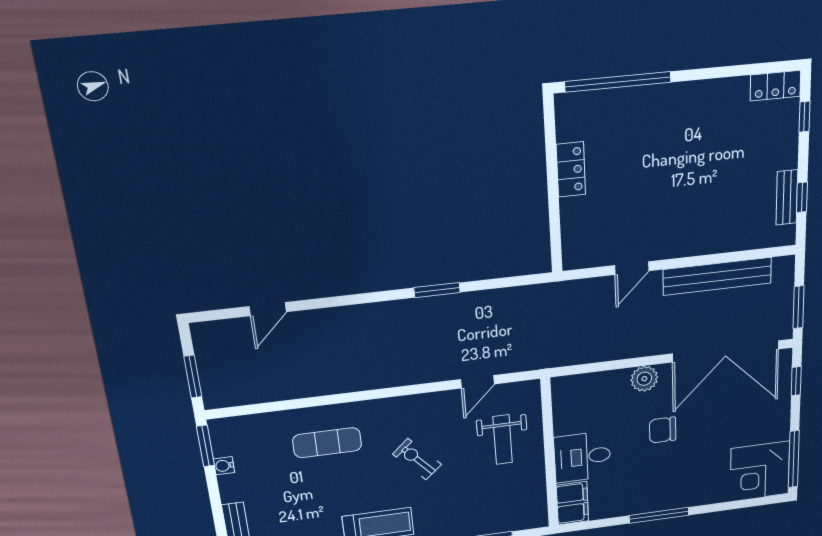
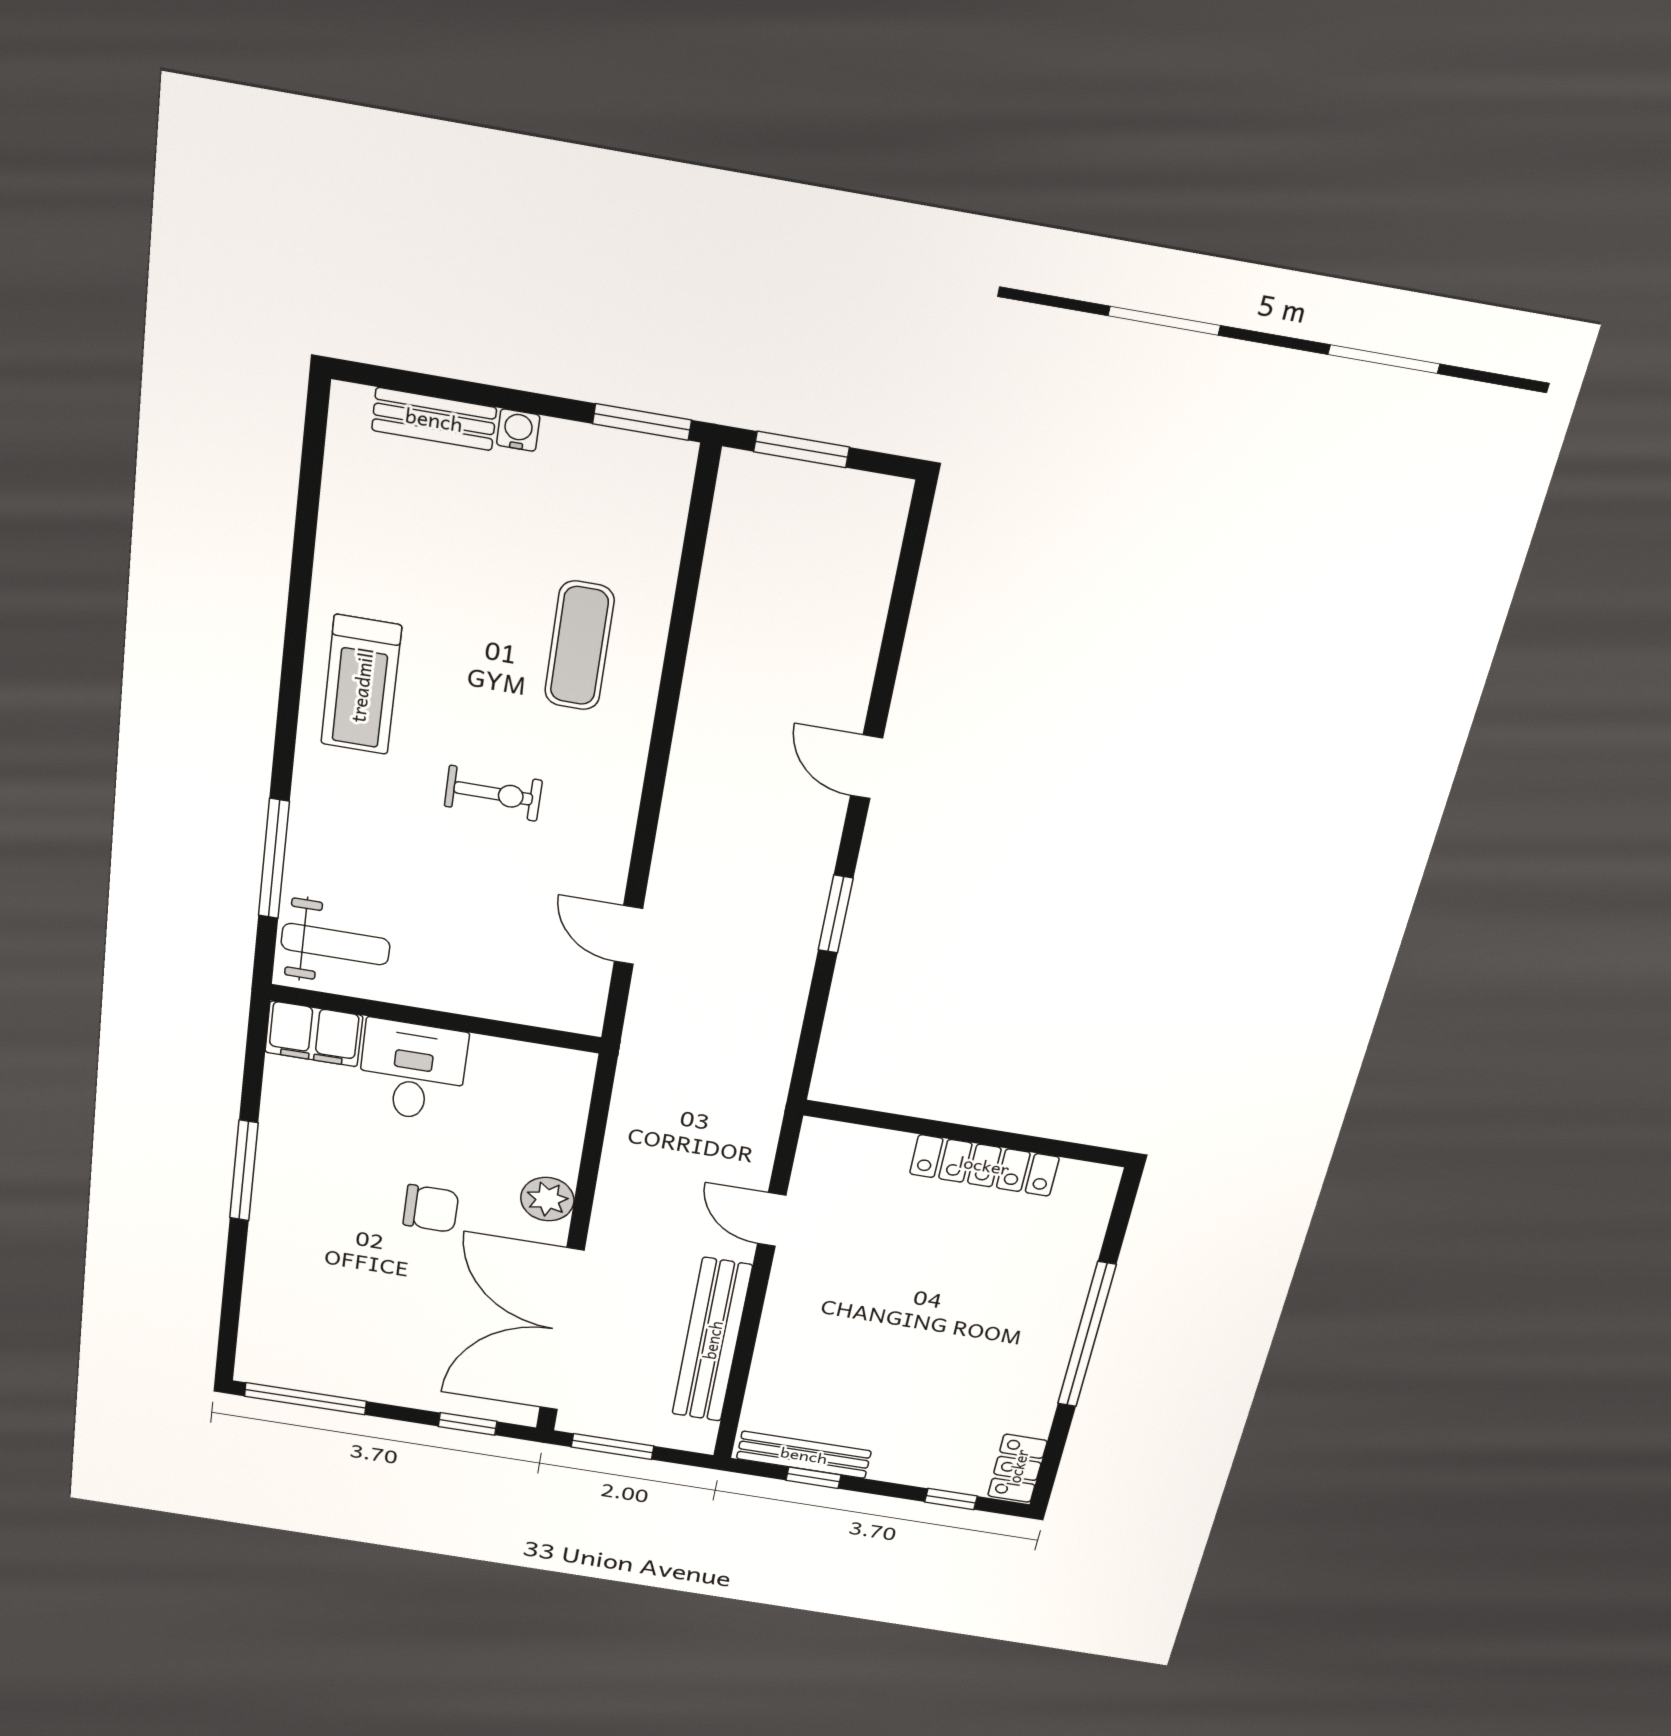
window: (618, 82) -> (1087, 1335), moved
locker: (571, 170) -> (984, 1165), width x1.53
bench: (787, 197) -> (804, 1455), width x1.36
door: (268, 309) -> (866, 767), moved
chair: (663, 430) -> (431, 1209), turned 90
weight bench: (503, 440) -> (335, 944), moved, turned 180
exercise bike: (417, 459) -> (493, 793), turned 42
water cooler: (224, 466) -> (518, 430), moved
corner desk: (760, 471) -> (295, 1344), removed

